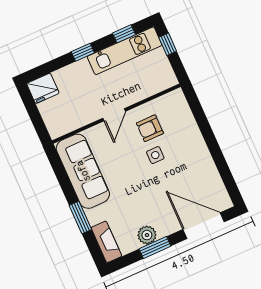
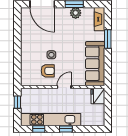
window: (168, 44) -> (17, 102), moved
kitchen unit: (125, 51) -> (51, 120), width x1.36
fridge: (43, 88) -> (98, 96), moved, turned -90

